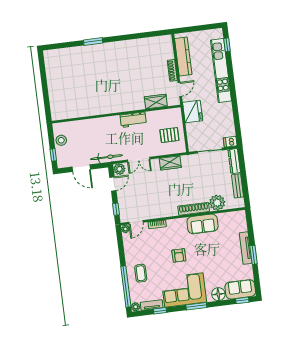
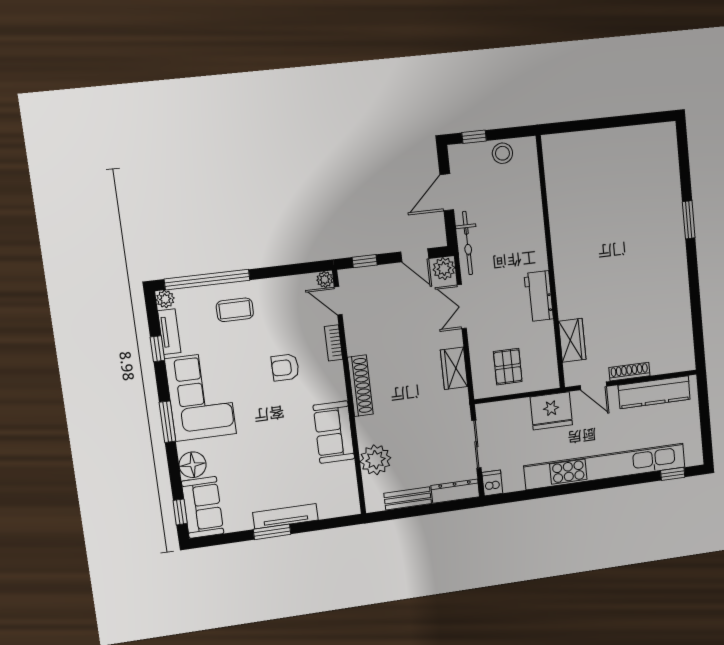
kitchen unit: (221, 70) -> (605, 466), width x1.36
shoe rack: (194, 209) -> (360, 386), moved
armchair: (179, 255) -> (285, 367), moved

